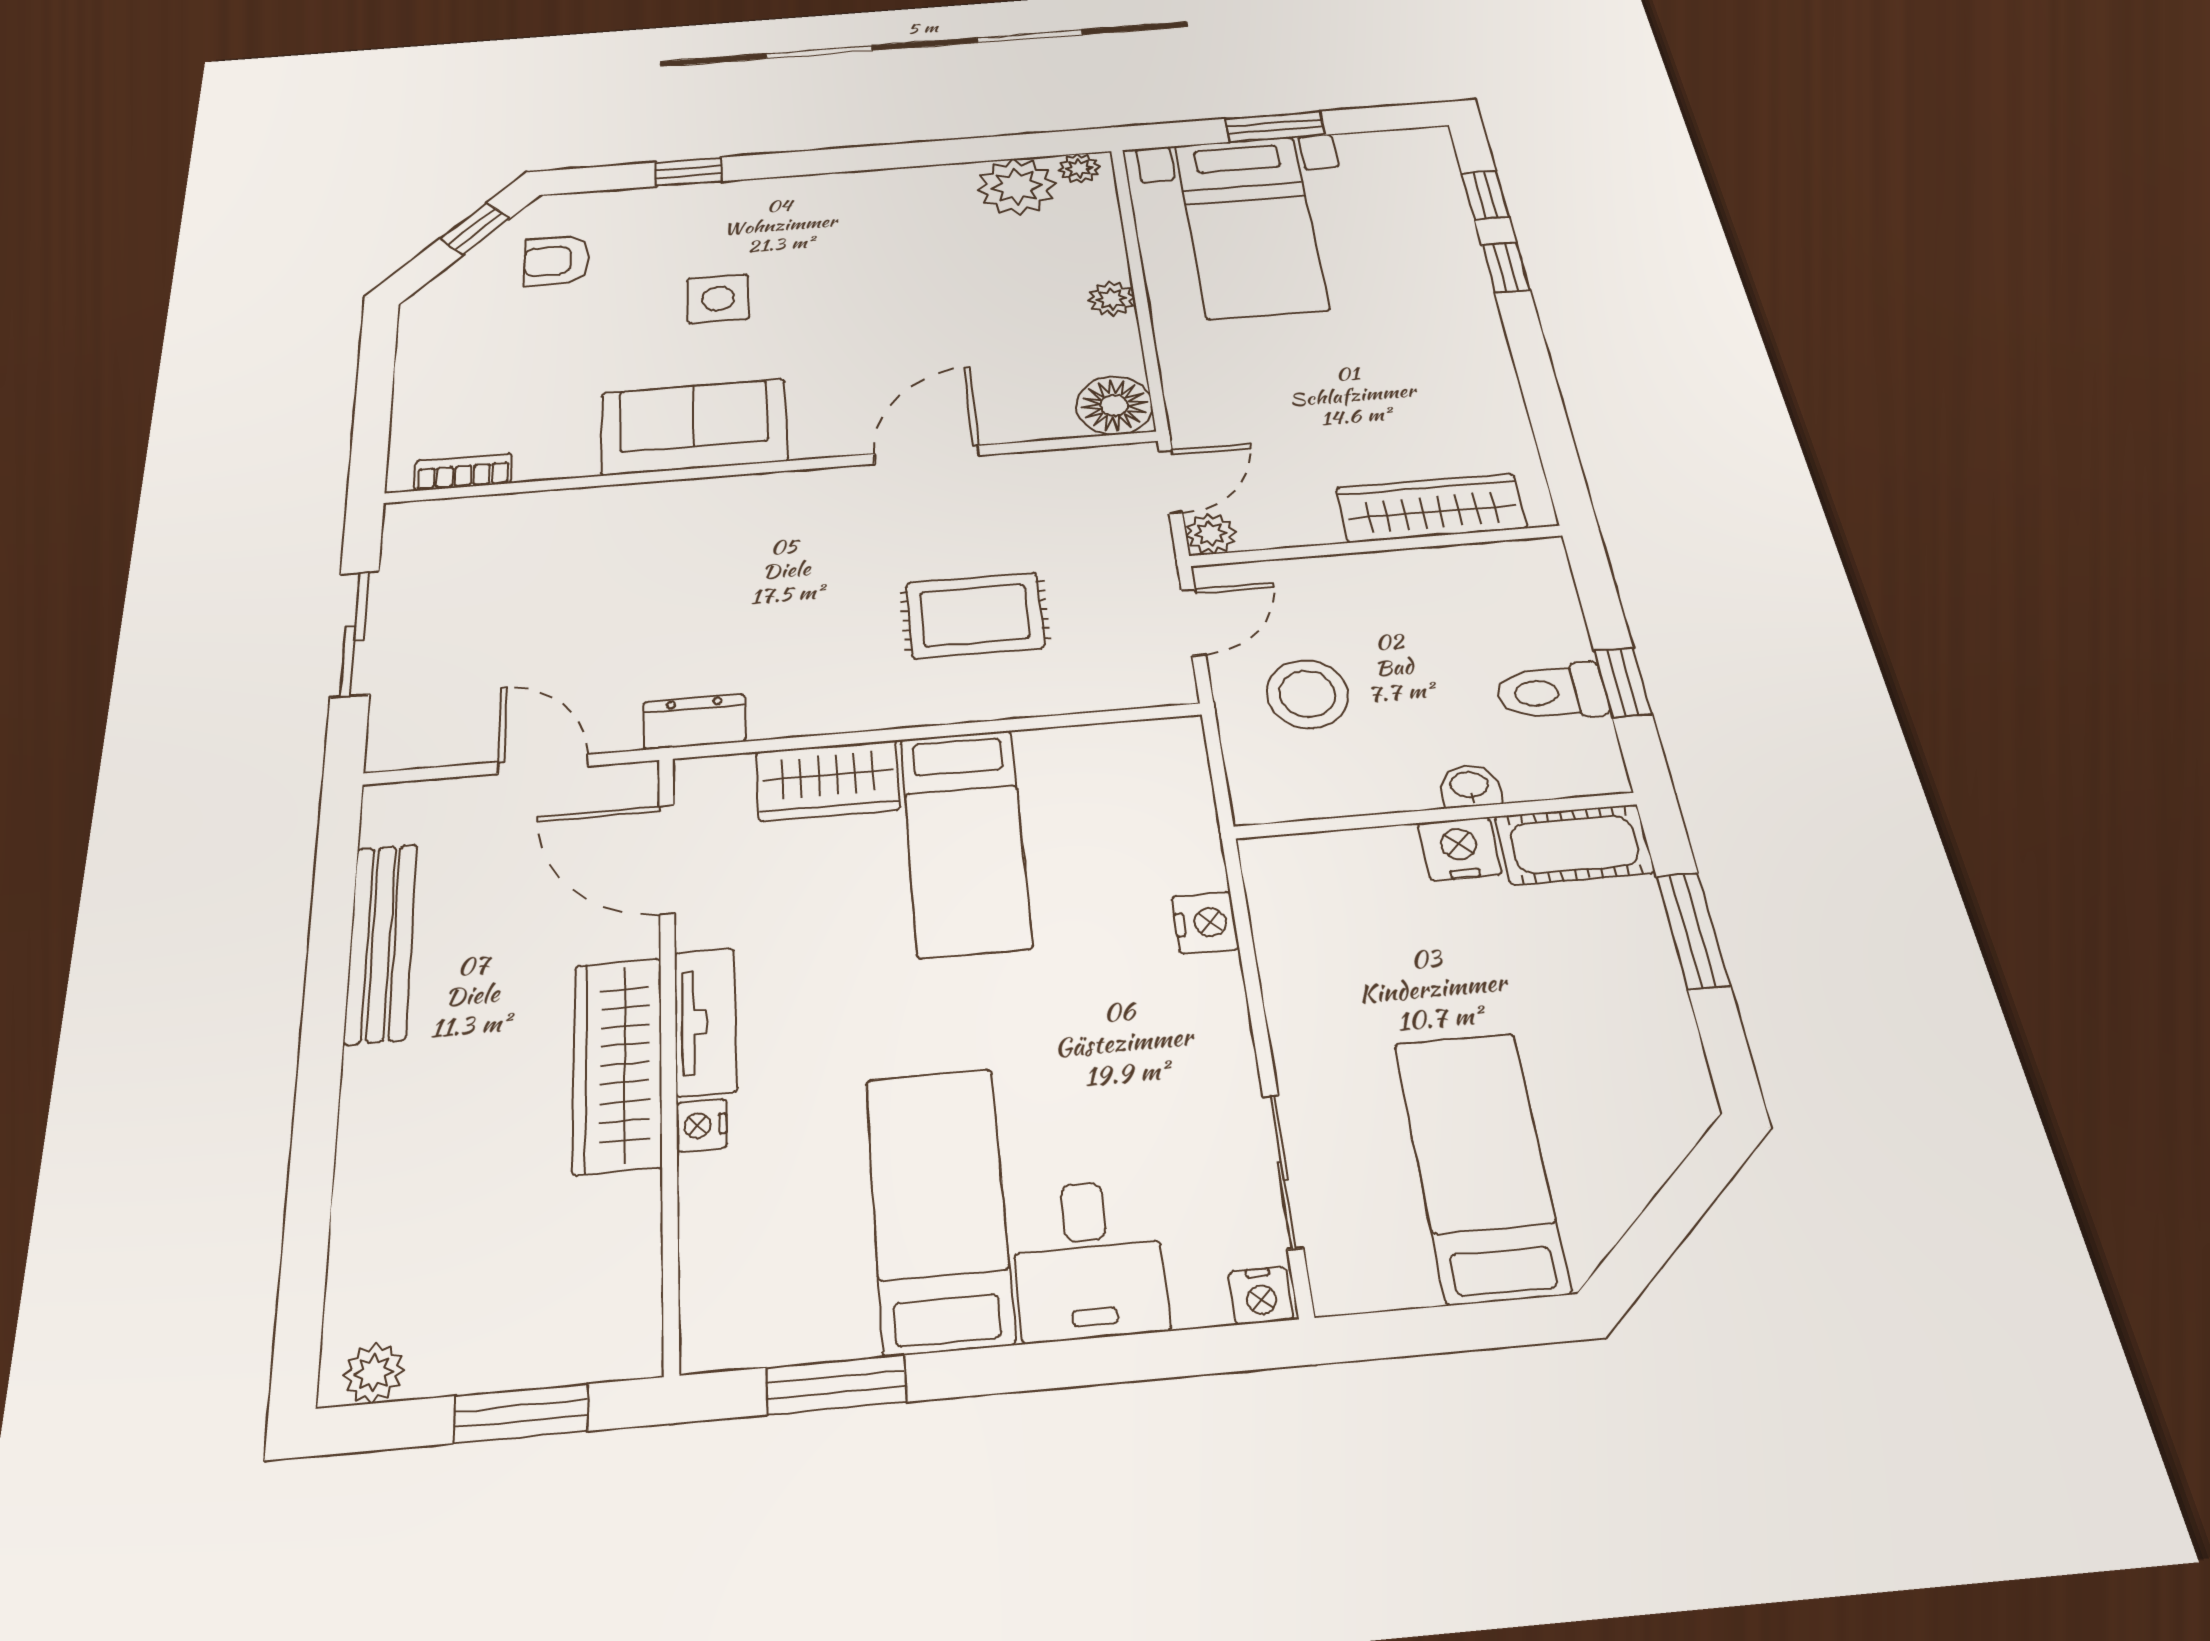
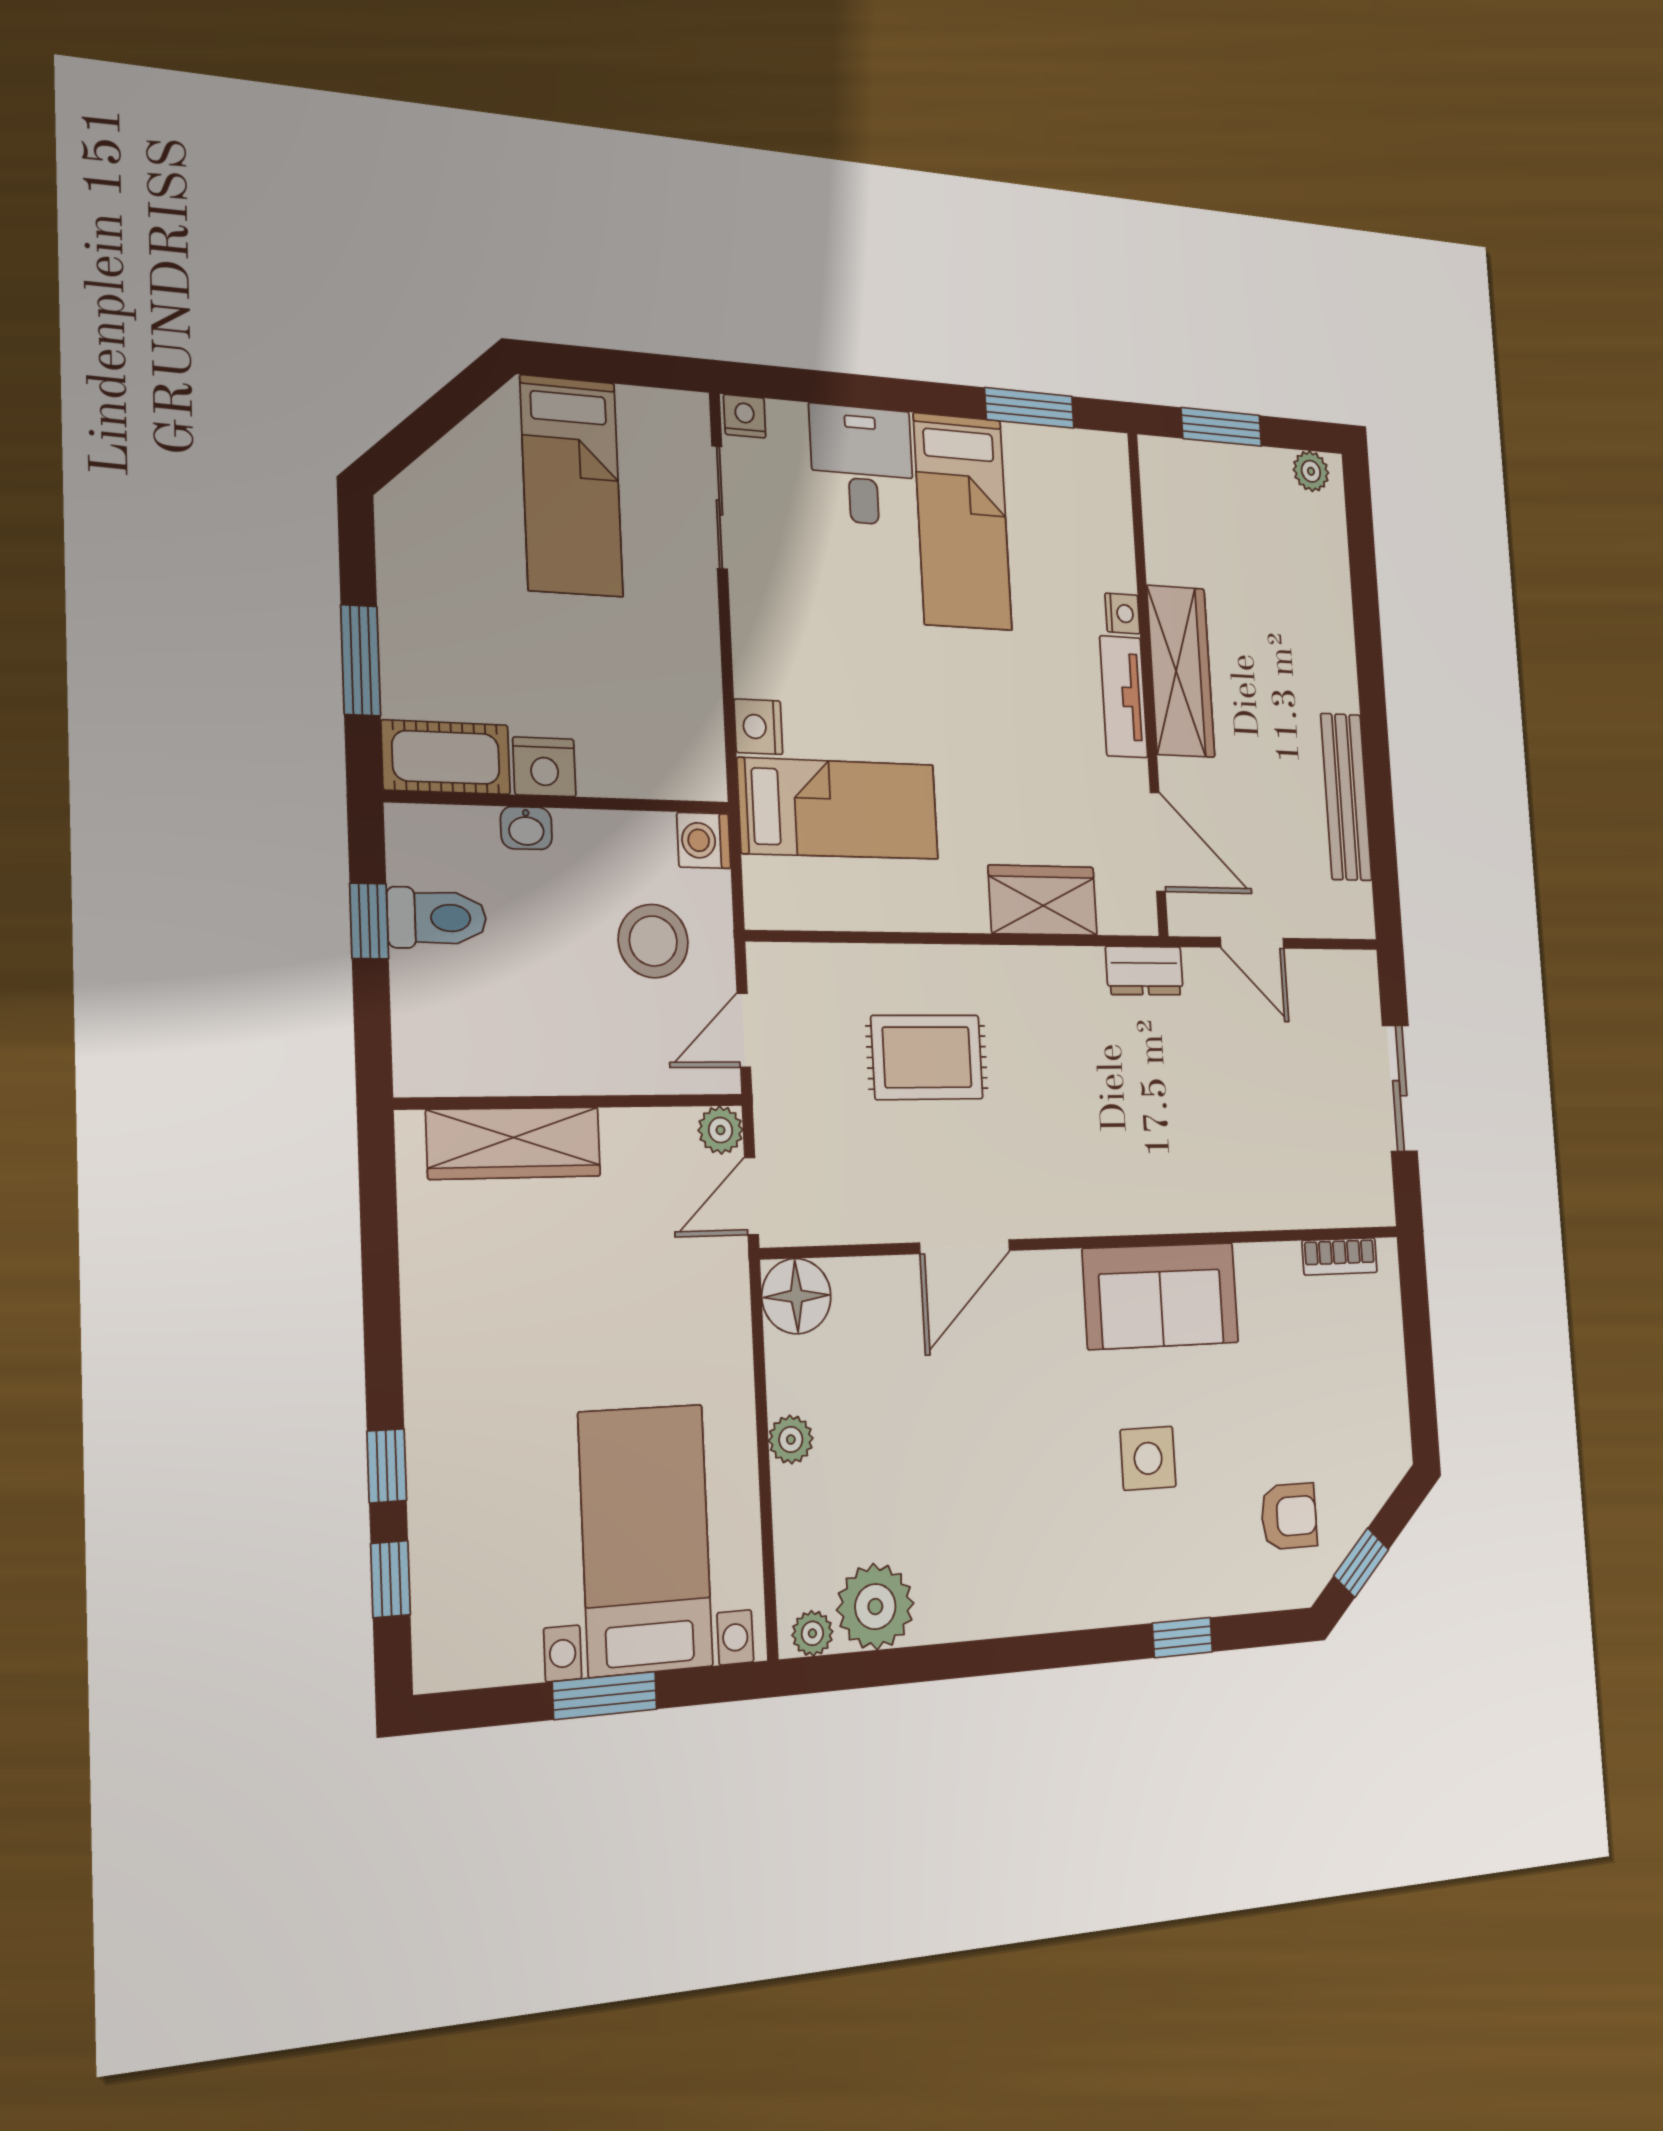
washing machine: (1260, 796) -> (704, 840), added
bed: (965, 841) -> (839, 809), moved, turned 90

